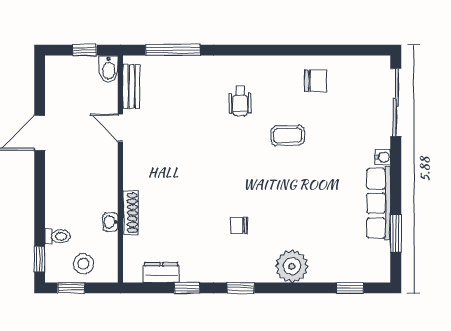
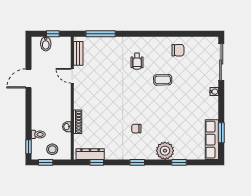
bidet: (109, 69) -> (46, 44), moved
row of seats: (379, 203) -> (212, 140), moved
dresser: (161, 273) -> (90, 154), width x1.44
window: (187, 288) -> (97, 162), moved
window: (350, 288) -> (179, 162), moved

